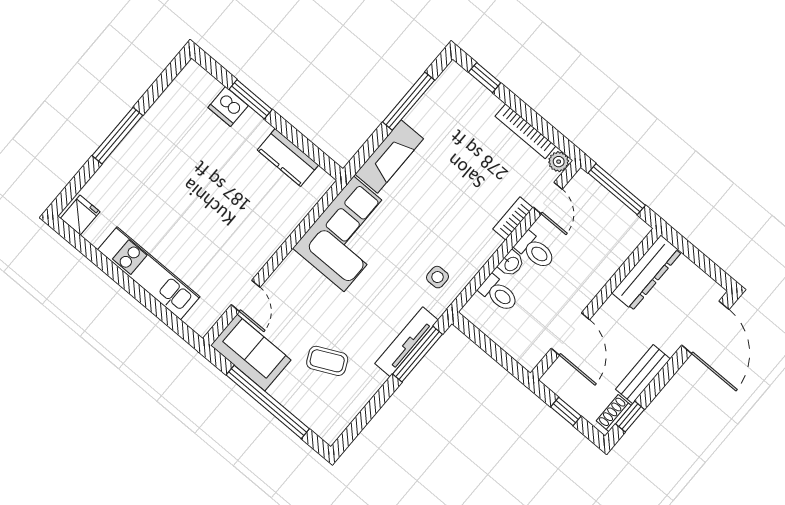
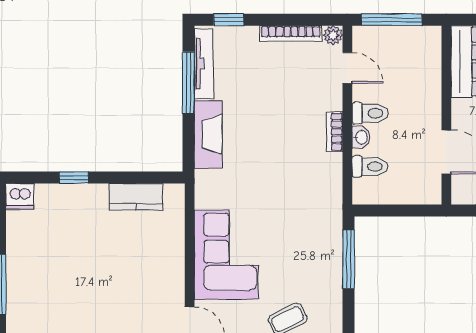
window: (251, 99) -> (74, 177), width x0.67
dishwasher: (228, 107) -> (20, 196), moved
bookcase: (513, 218) -> (335, 132), moved
corner sofa: (349, 234) -> (226, 255), moved
side table: (438, 277) -> (316, 192), removed
tv unit: (406, 342) -> (204, 64), moved, turned 180

